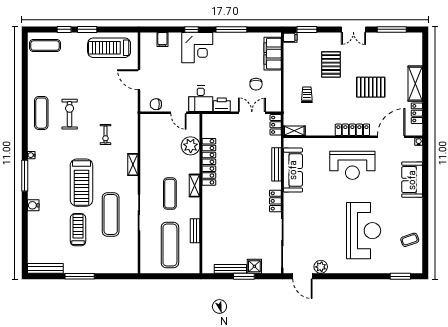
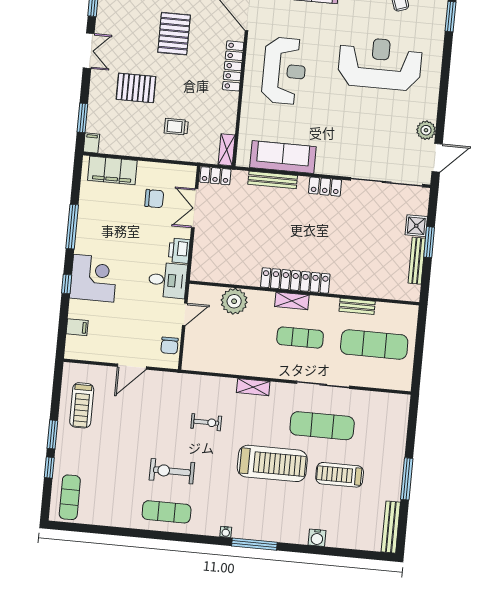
treadmill: (109, 48) -> (82, 405), width x0.73, depth x0.73
locker: (209, 162) -> (295, 280), moved
water cooler: (33, 205) -> (317, 538), moved

